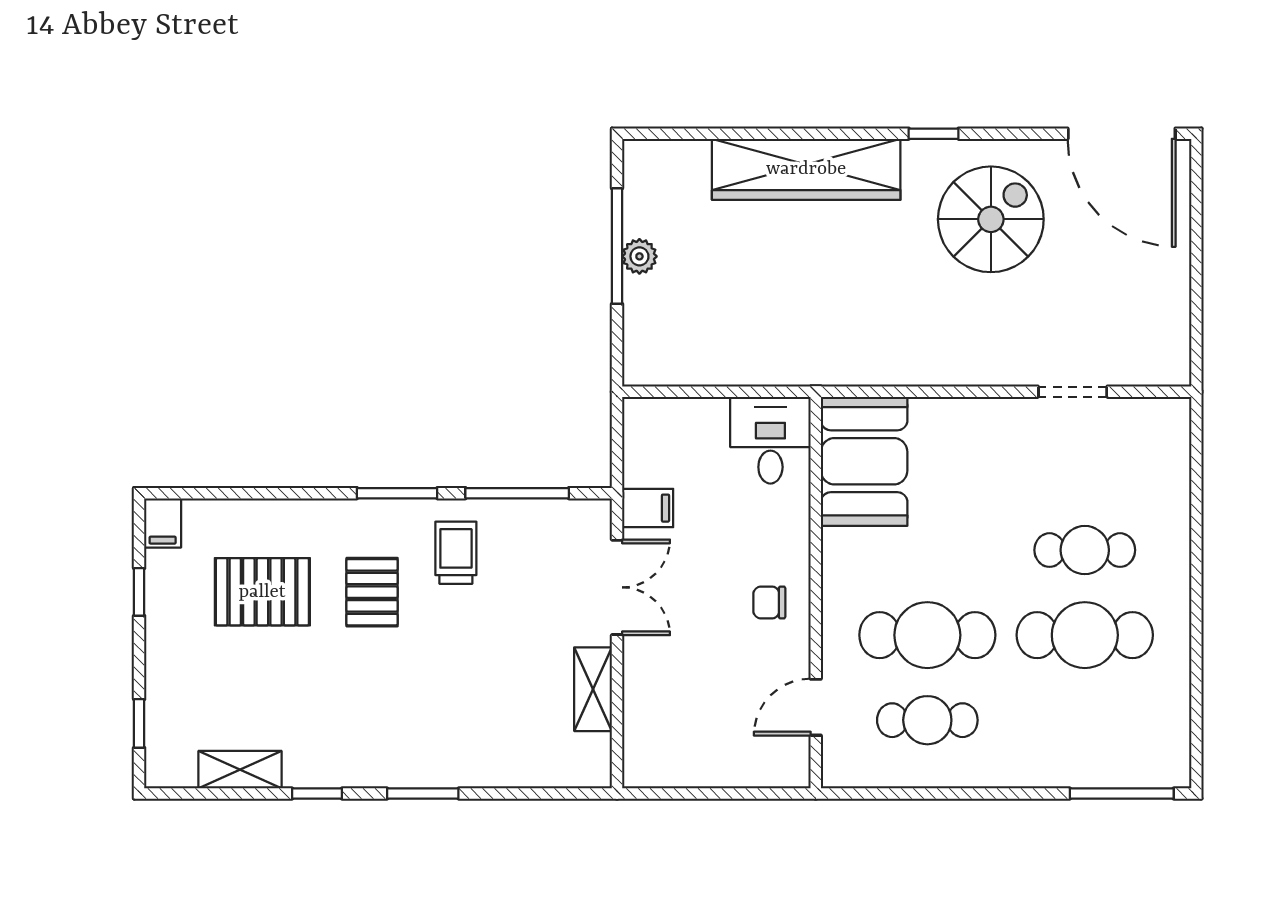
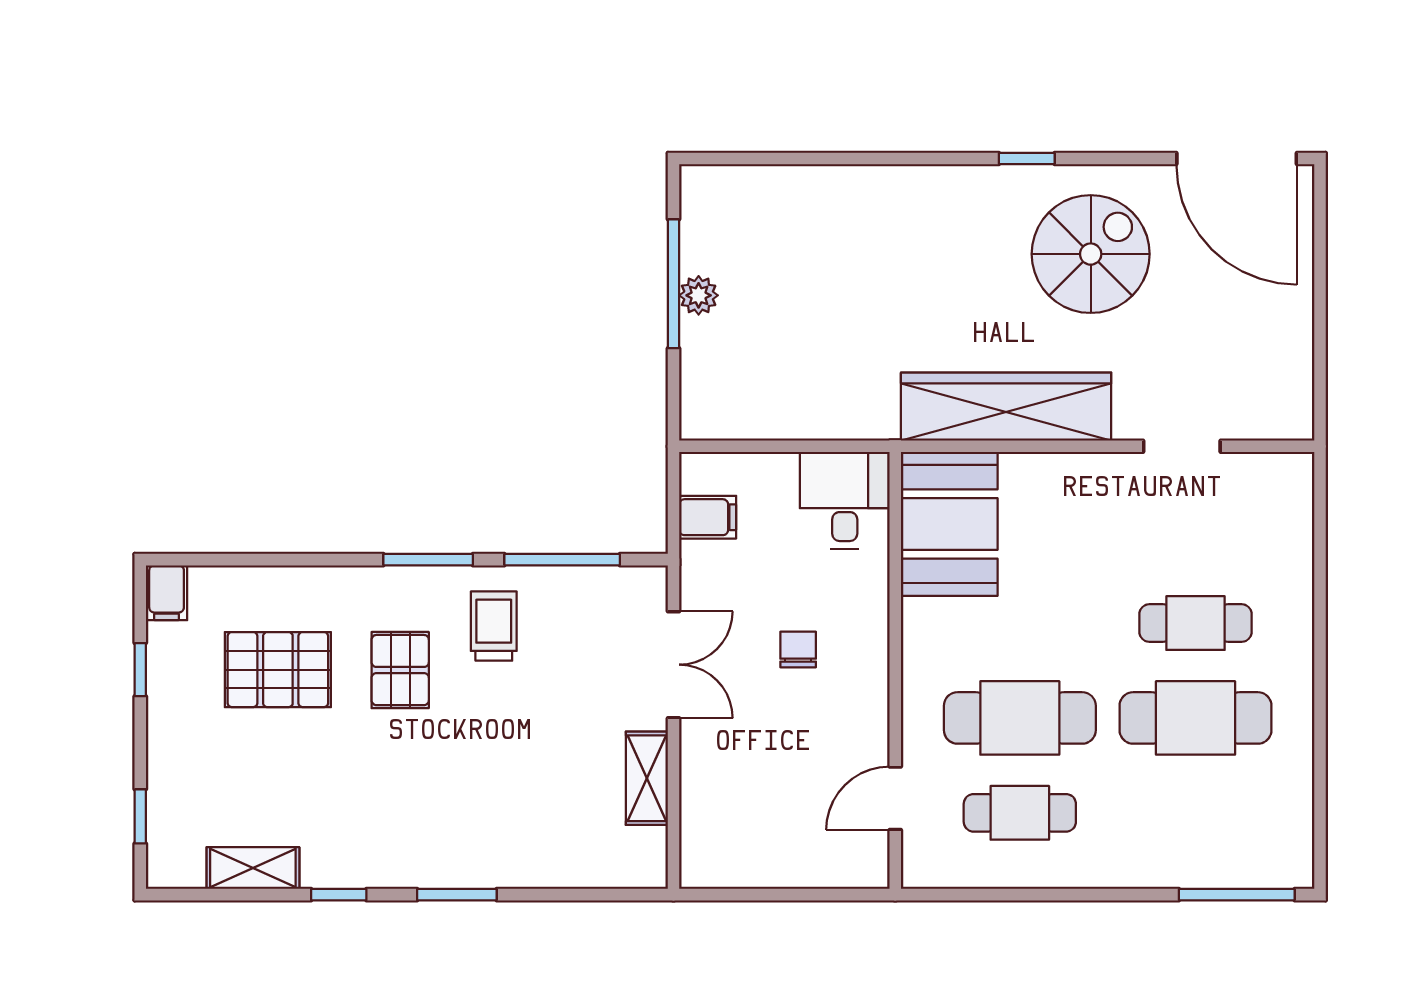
wardrobe: (806, 169) -> (1006, 407), moved, turned 180
filing cabinet: (648, 508) -> (708, 517), moved
chair: (769, 602) -> (798, 649), moved, turned 90

